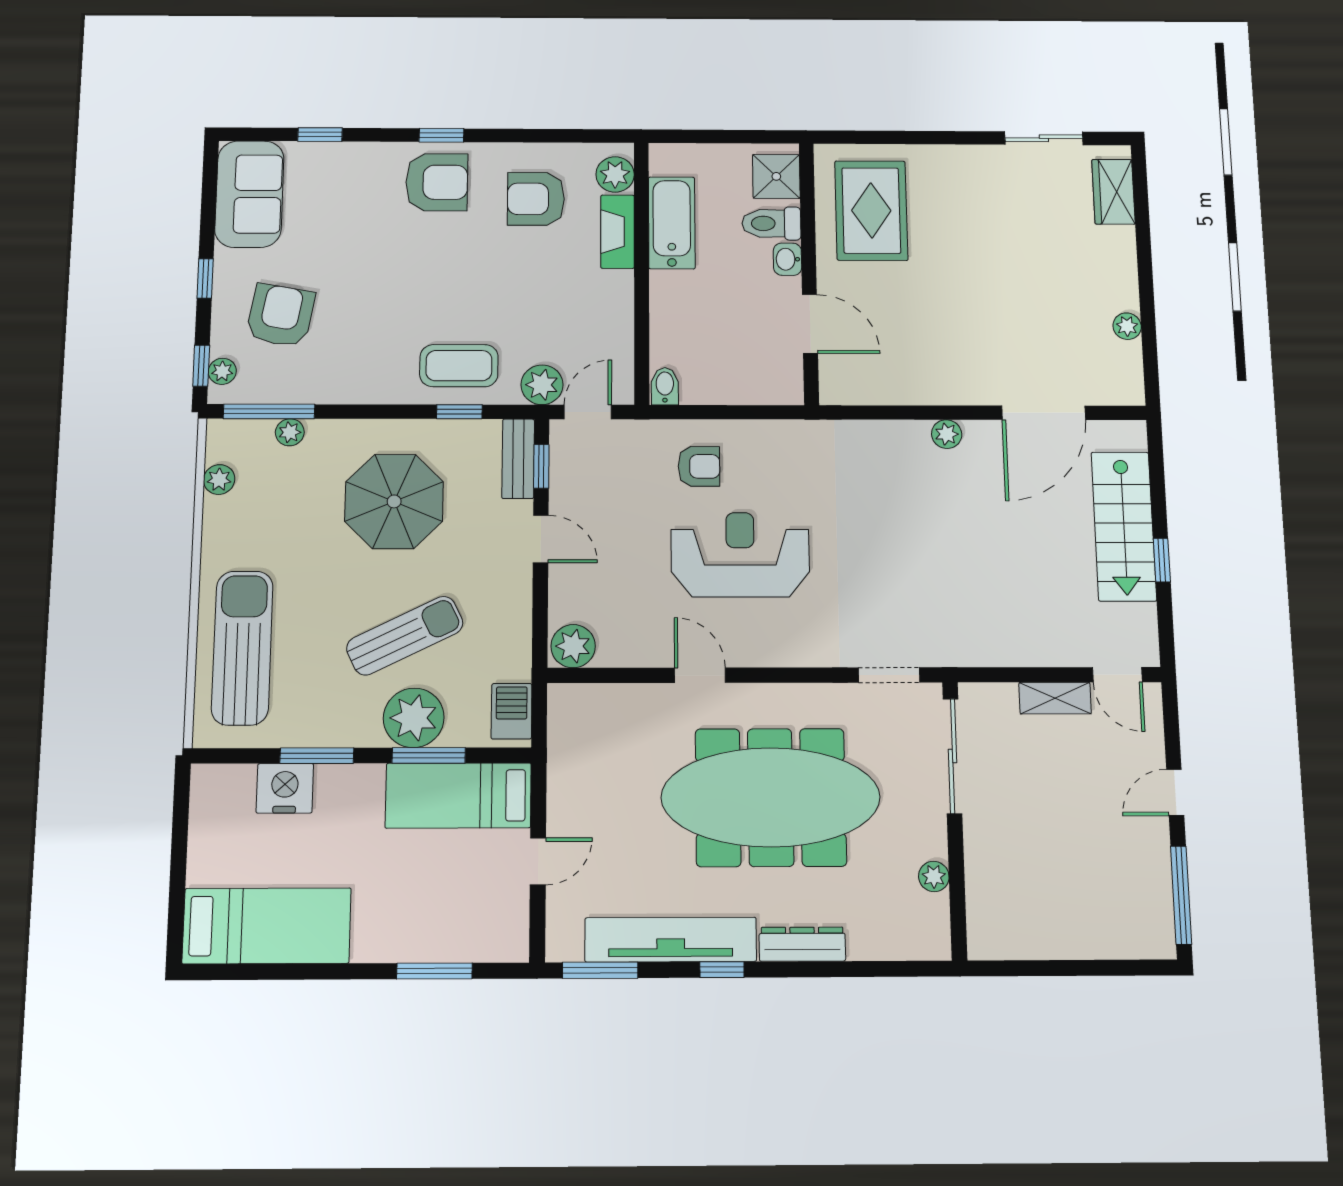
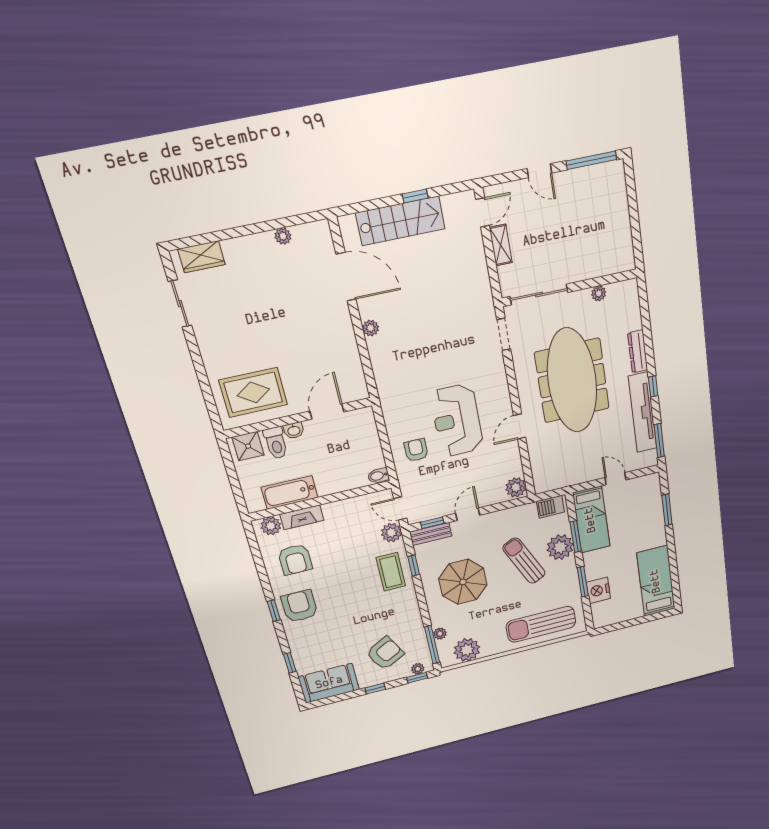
armchair: (280, 315) -> (385, 653), turned 142
plant: (219, 480) -> (467, 650), width x1.87, depth x1.87

